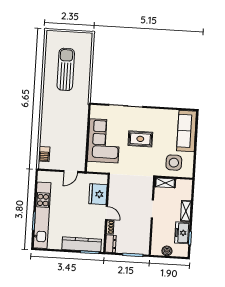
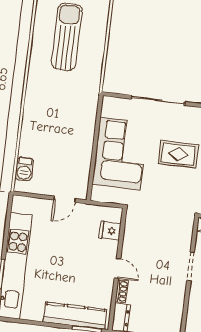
fridge: (98, 194) -> (110, 231), width x0.53, depth x0.75

